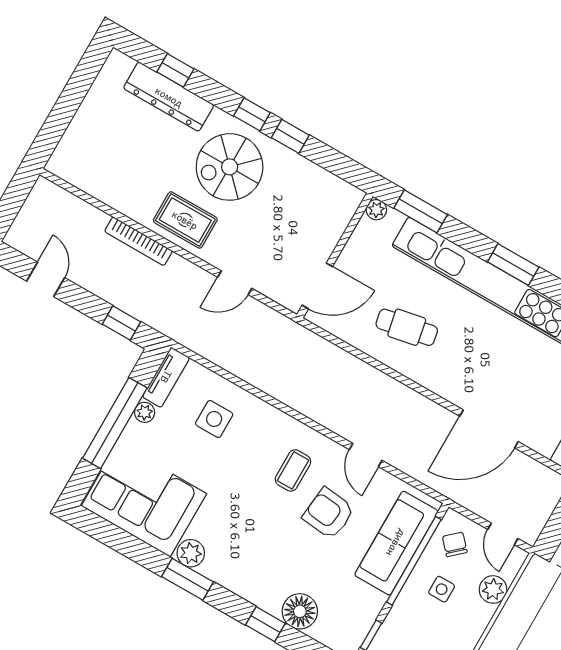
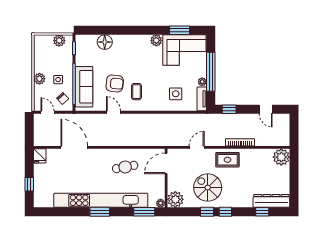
dresser: (169, 97) -> (271, 201), moved
plant: (70, 161) -> (281, 157), added
spiral stairs: (230, 167) -> (208, 188), moved, turned -90
plant: (341, 200) -> (175, 199), added
door: (489, 429) -> (74, 147), hinge flipped
window: (187, 579) -> (180, 30), moved
plant: (493, 589) -> (39, 79), moved
window: (265, 624) -> (115, 30), removed

